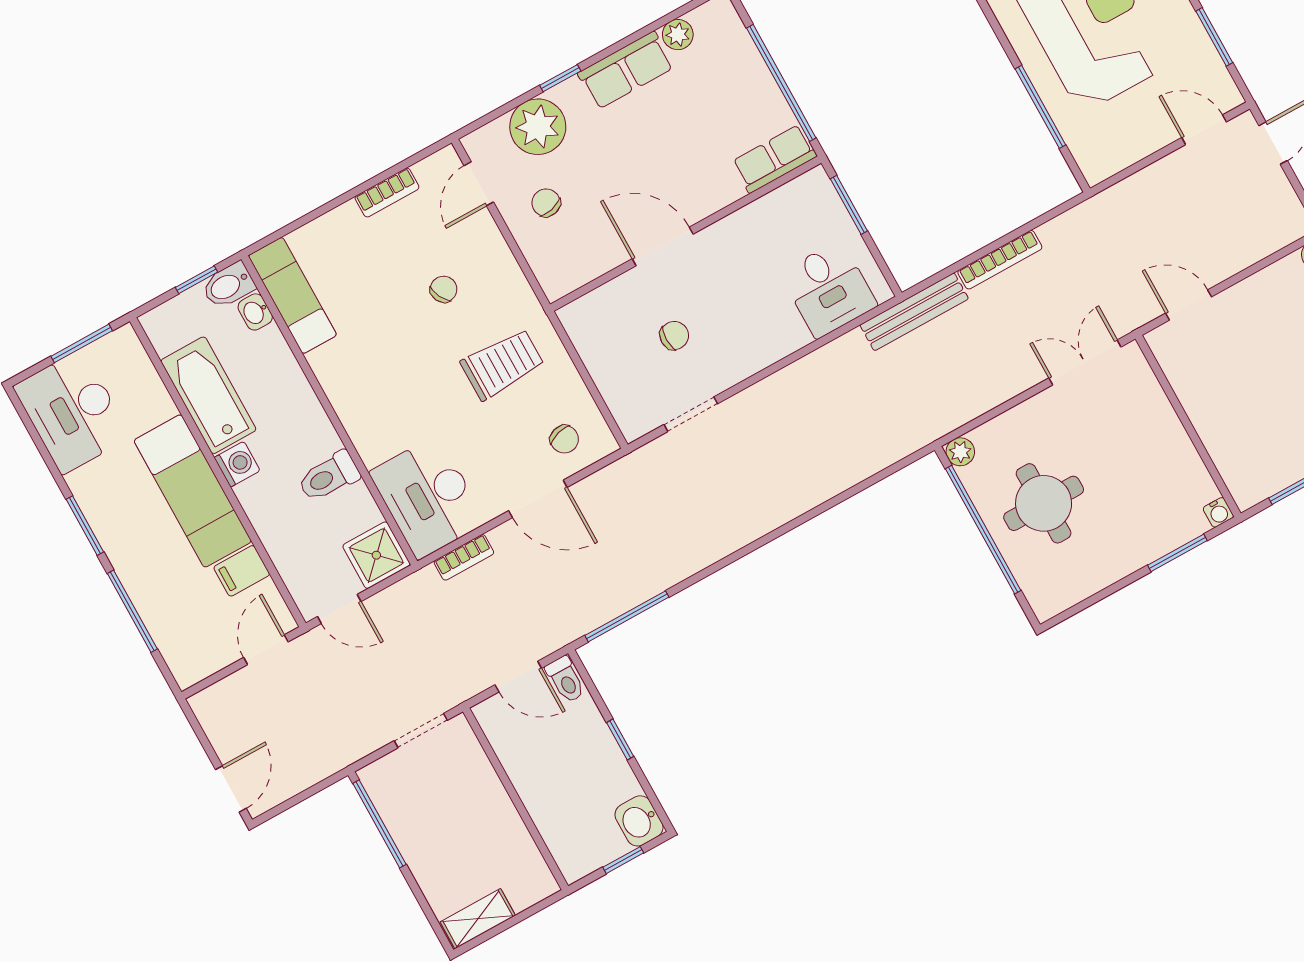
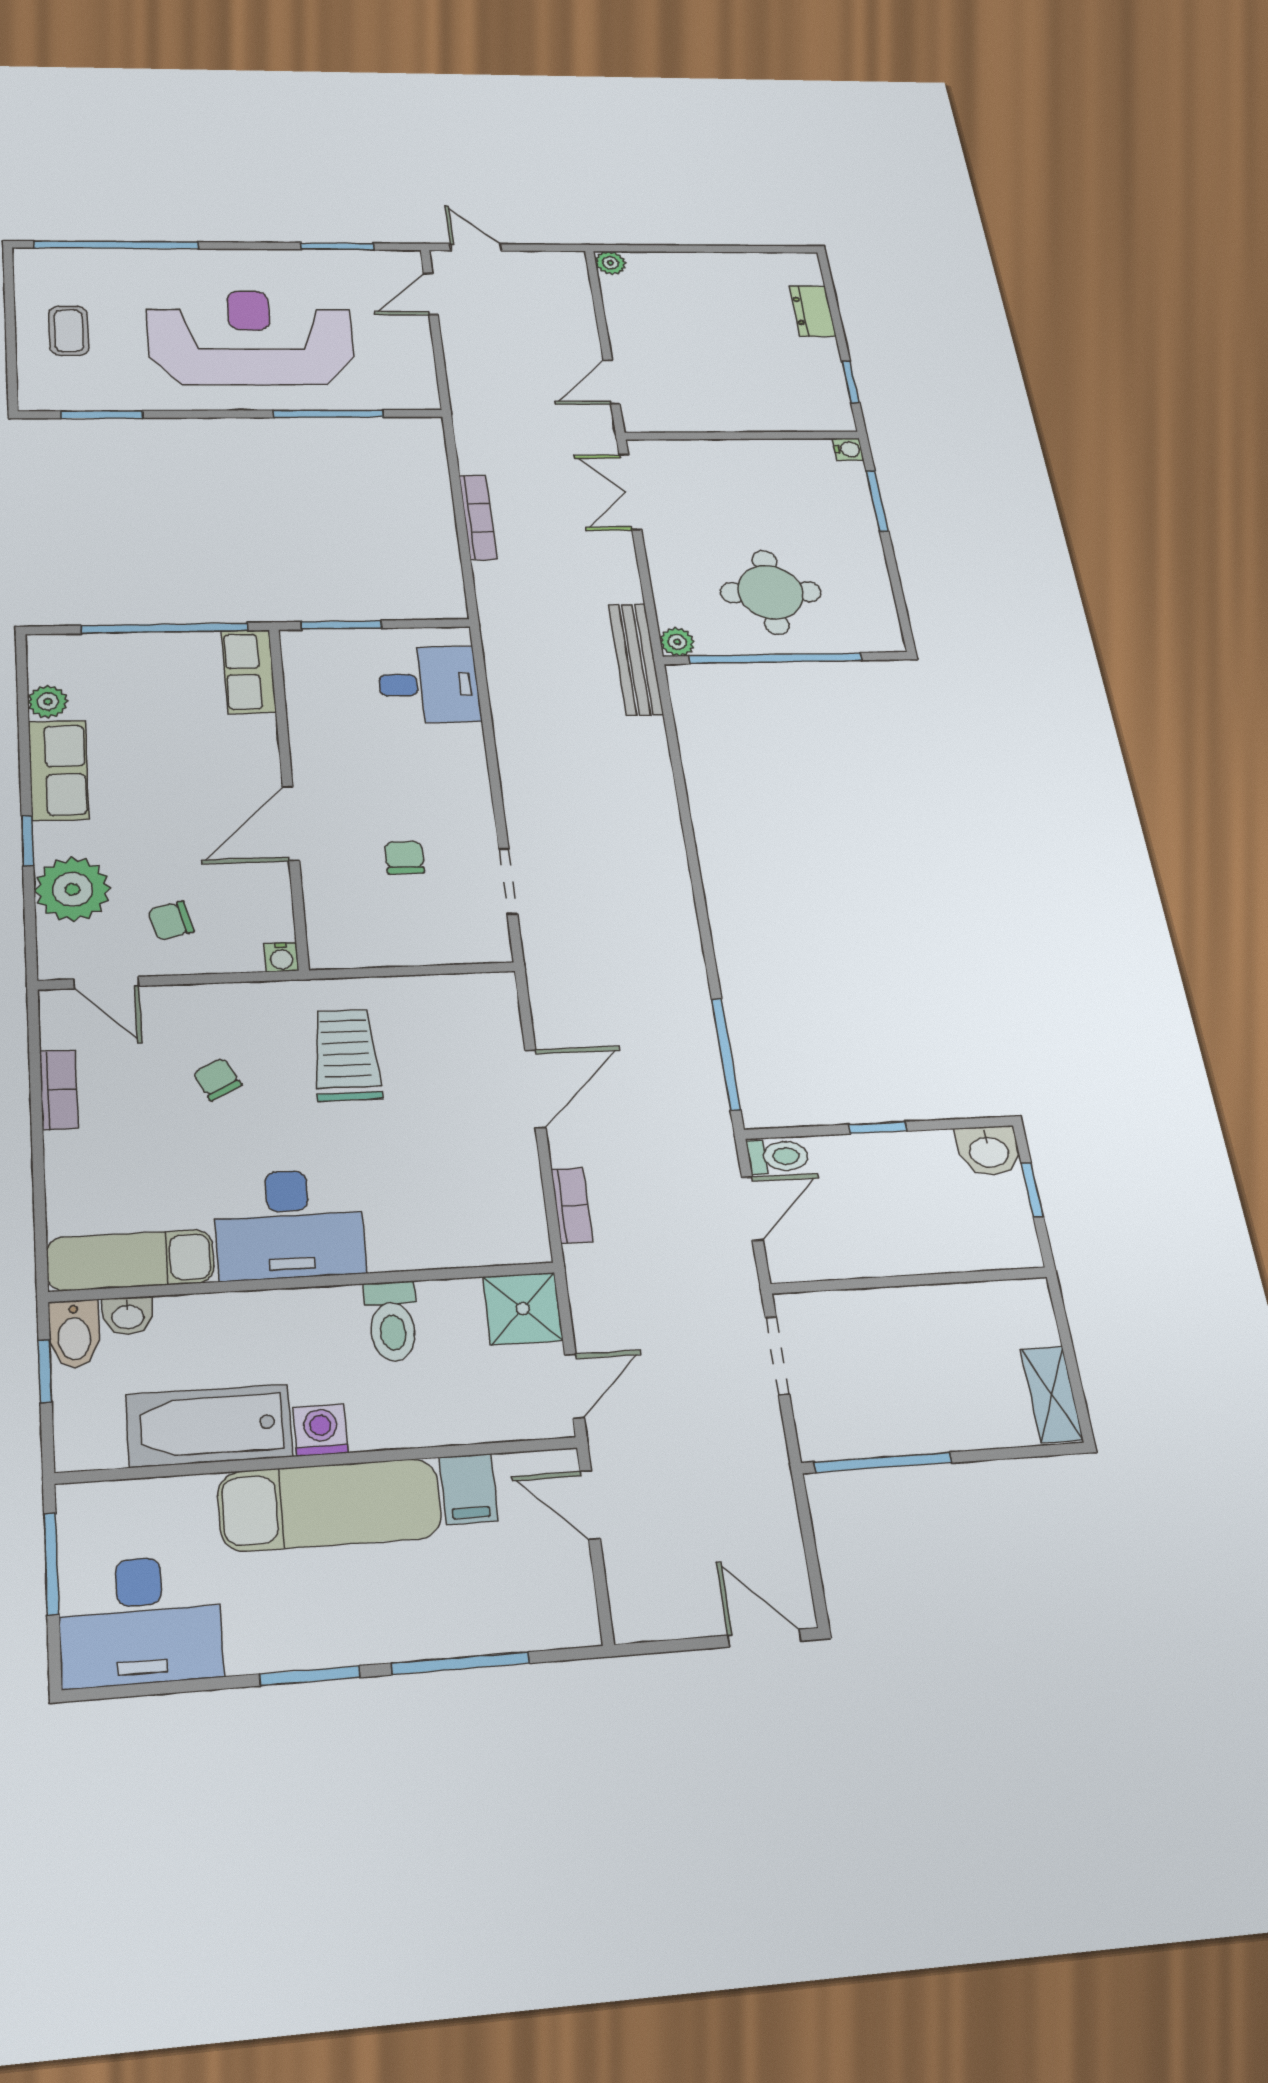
water cooler: (555, 288) -> (282, 957), added
bench: (914, 312) -> (636, 659), moved
chair: (564, 439) -> (474, 1027), removed
desk: (428, 497) -> (289, 1224), moved

